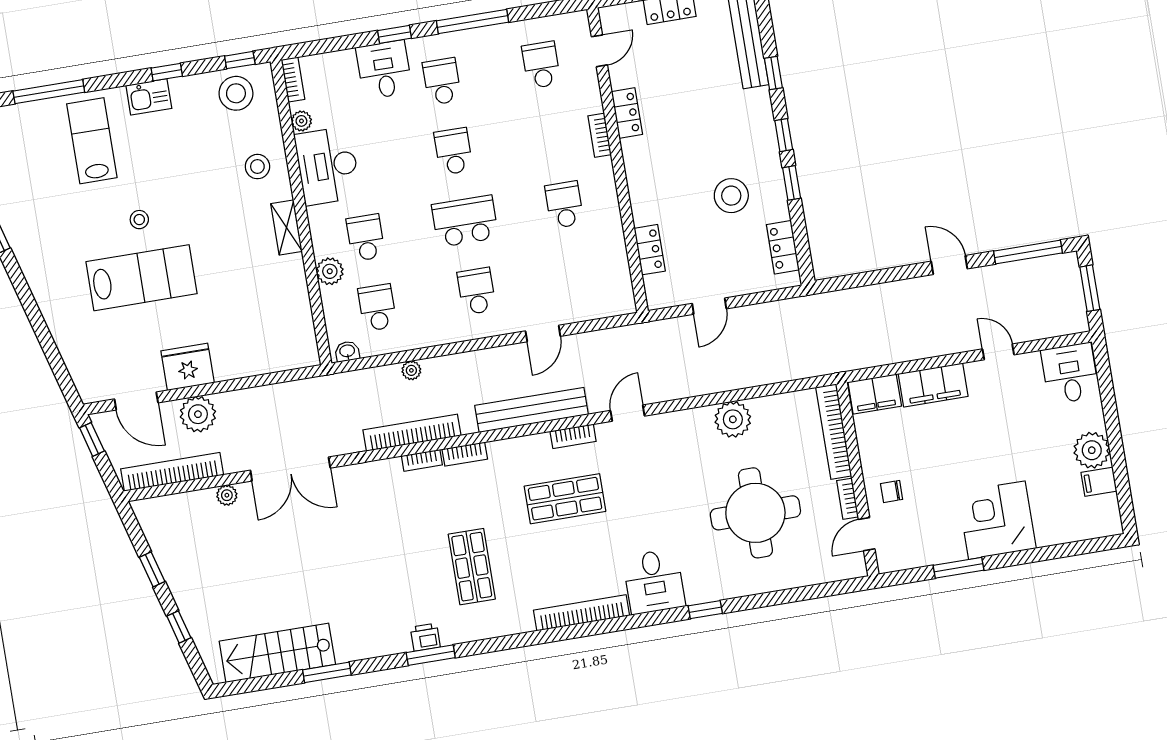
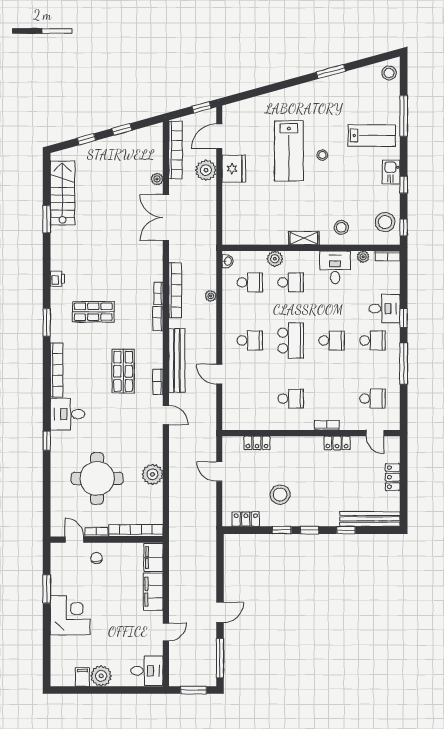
desk: (327, 166) -> (335, 267), width x0.73
window: (431, 655) -> (47, 322), moved

